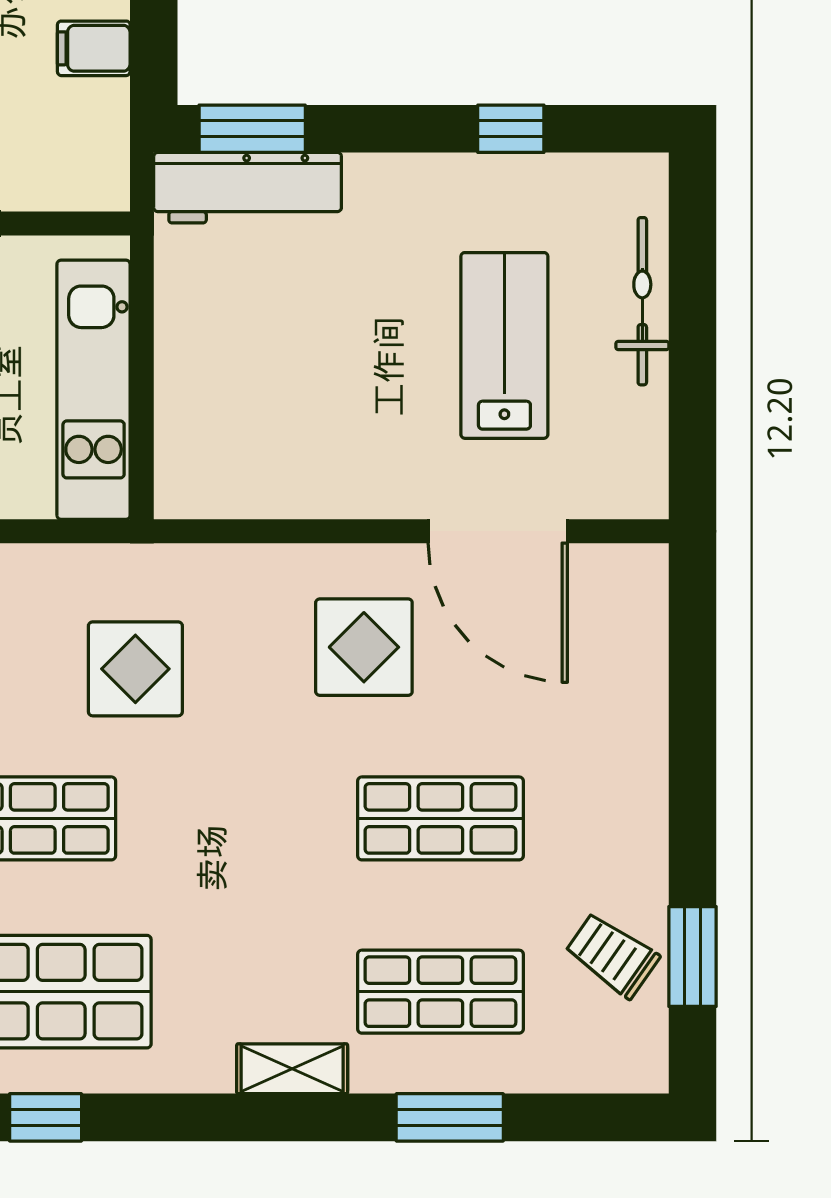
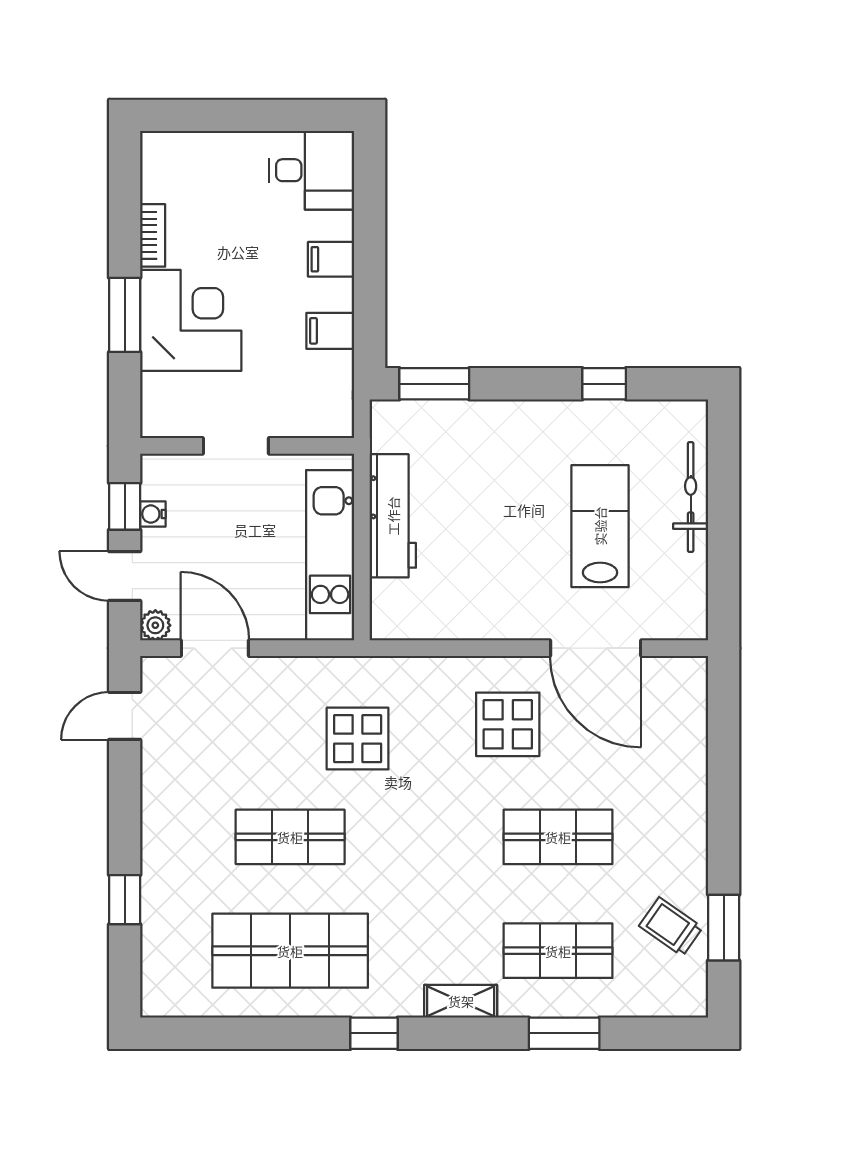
workbench: (248, 188) -> (393, 516), moved, turned -90
window: (46, 1117) -> (374, 1033), moved

